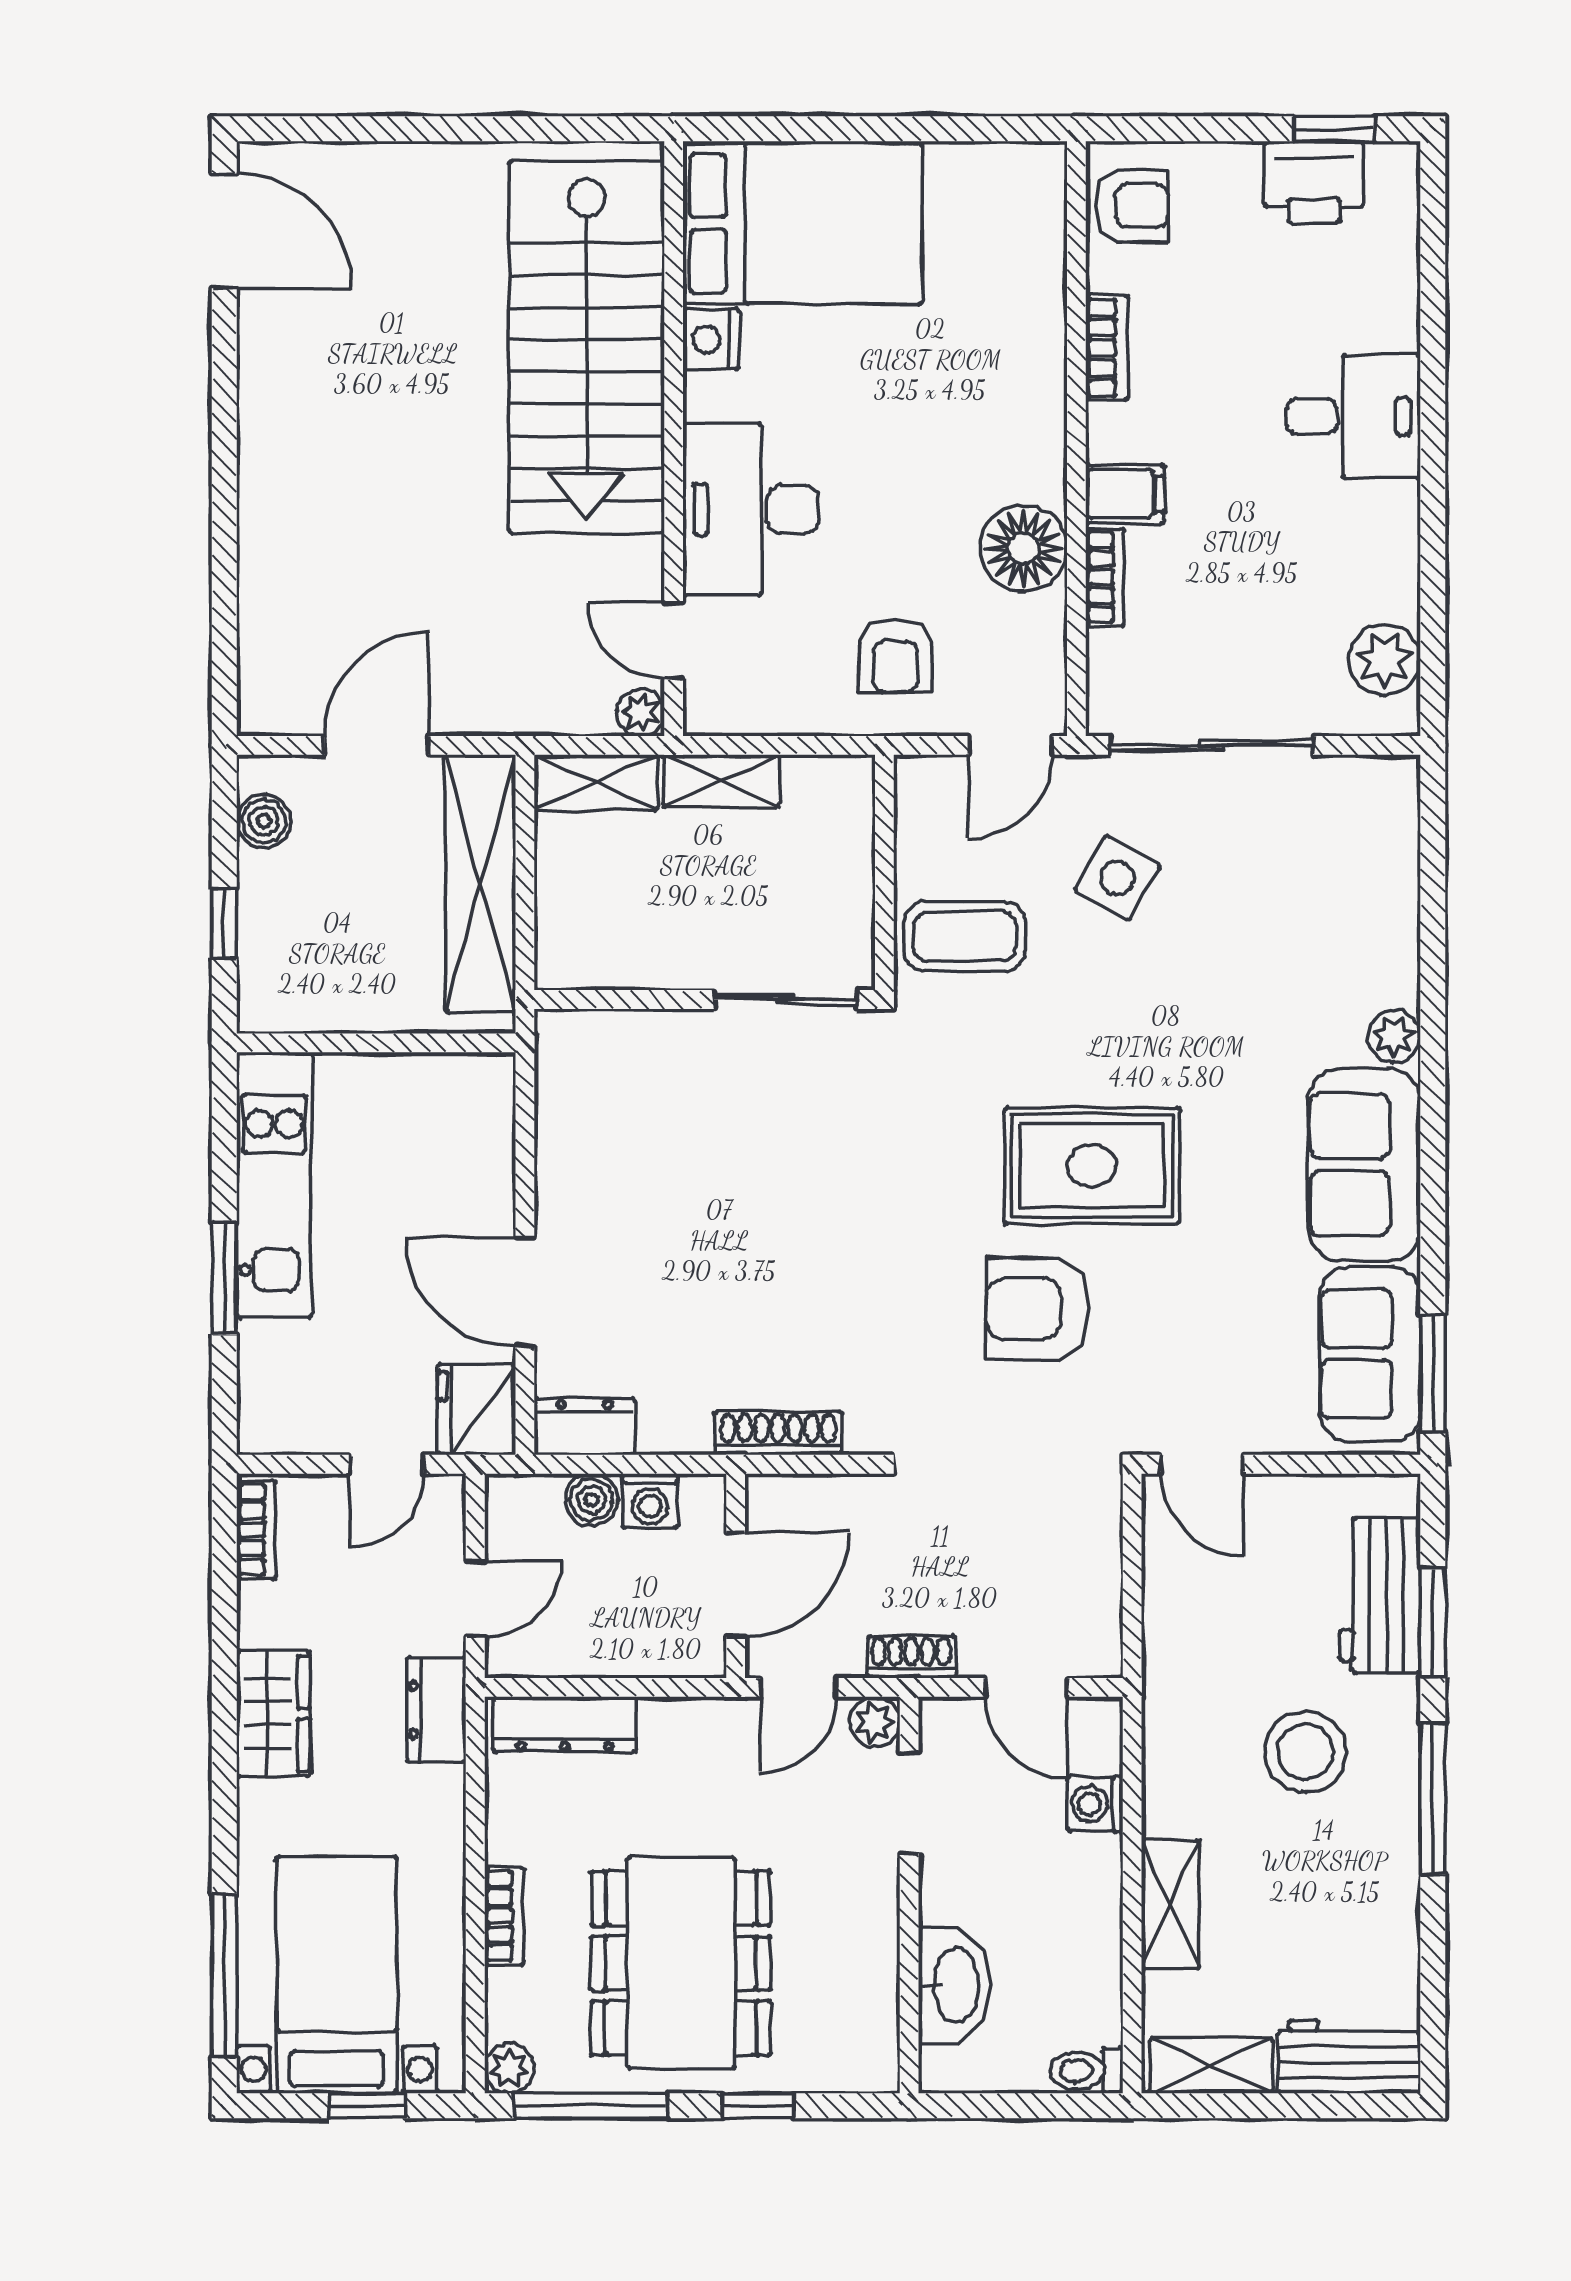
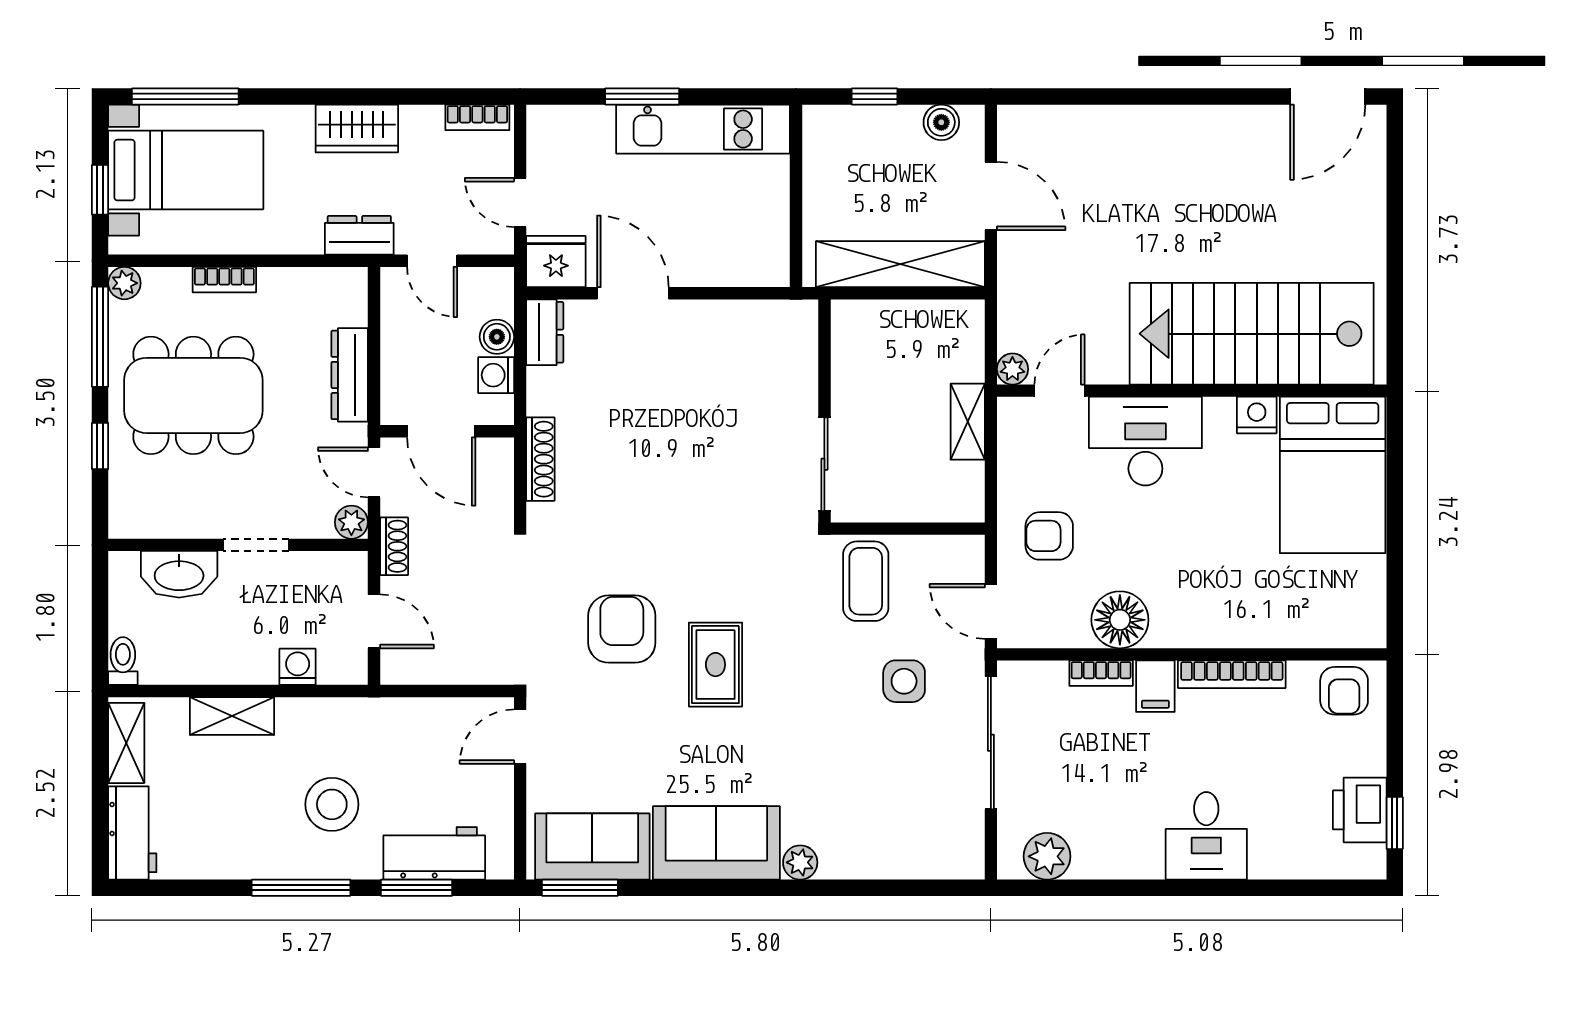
bookcase: (1107, 348) -> (1232, 674), width x1.56
shelving: (596, 783) -> (967, 340), removed
side table: (1117, 878) -> (904, 681), turned -30
rug: (1092, 1166) -> (715, 665), width x0.73, depth x0.70
door: (525, 1292) -> (633, 293), hinge flipped
door: (1026, 1687) -> (374, 621), swing flipped
dresser: (565, 1725) -> (350, 375), moved
doorway: (909, 1803) -> (256, 545), moved

